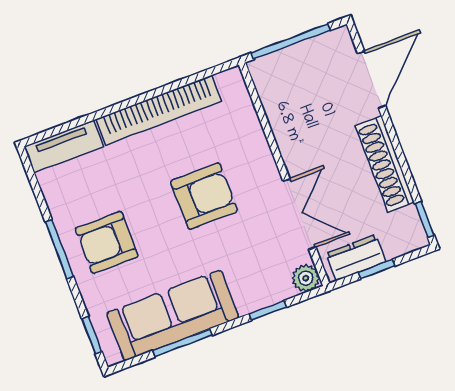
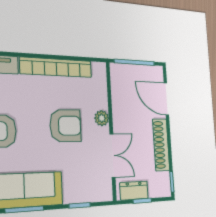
door: (372, 80) -> (166, 99), swing flipped
plant: (306, 278) -> (102, 118), moved

